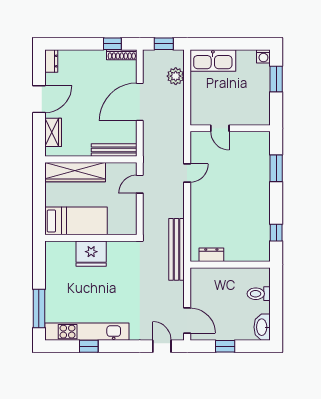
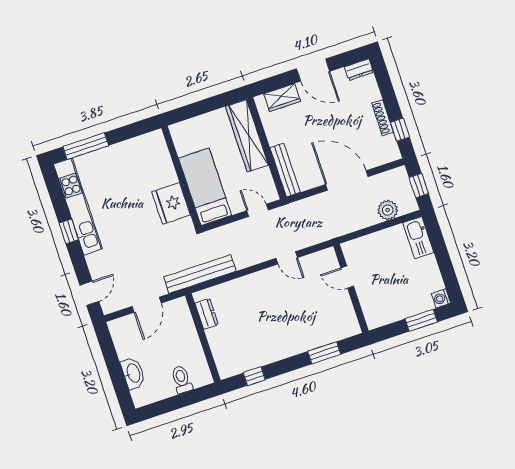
shoe rack: (122, 55) -> (383, 118), moved
kitchen sink: (213, 61) -> (418, 238), width x0.73, depth x0.81
door: (220, 128) -> (347, 277), hinge flipped
bed: (76, 221) -> (205, 187), moved, turned 180
fridge: (91, 254) -> (171, 203), moved
door: (187, 321) -> (147, 305), moved
washbasin: (262, 327) -> (133, 373), moved, turned 90
window: (89, 346) -> (69, 231), moved
window: (225, 346) -> (112, 362), removed

